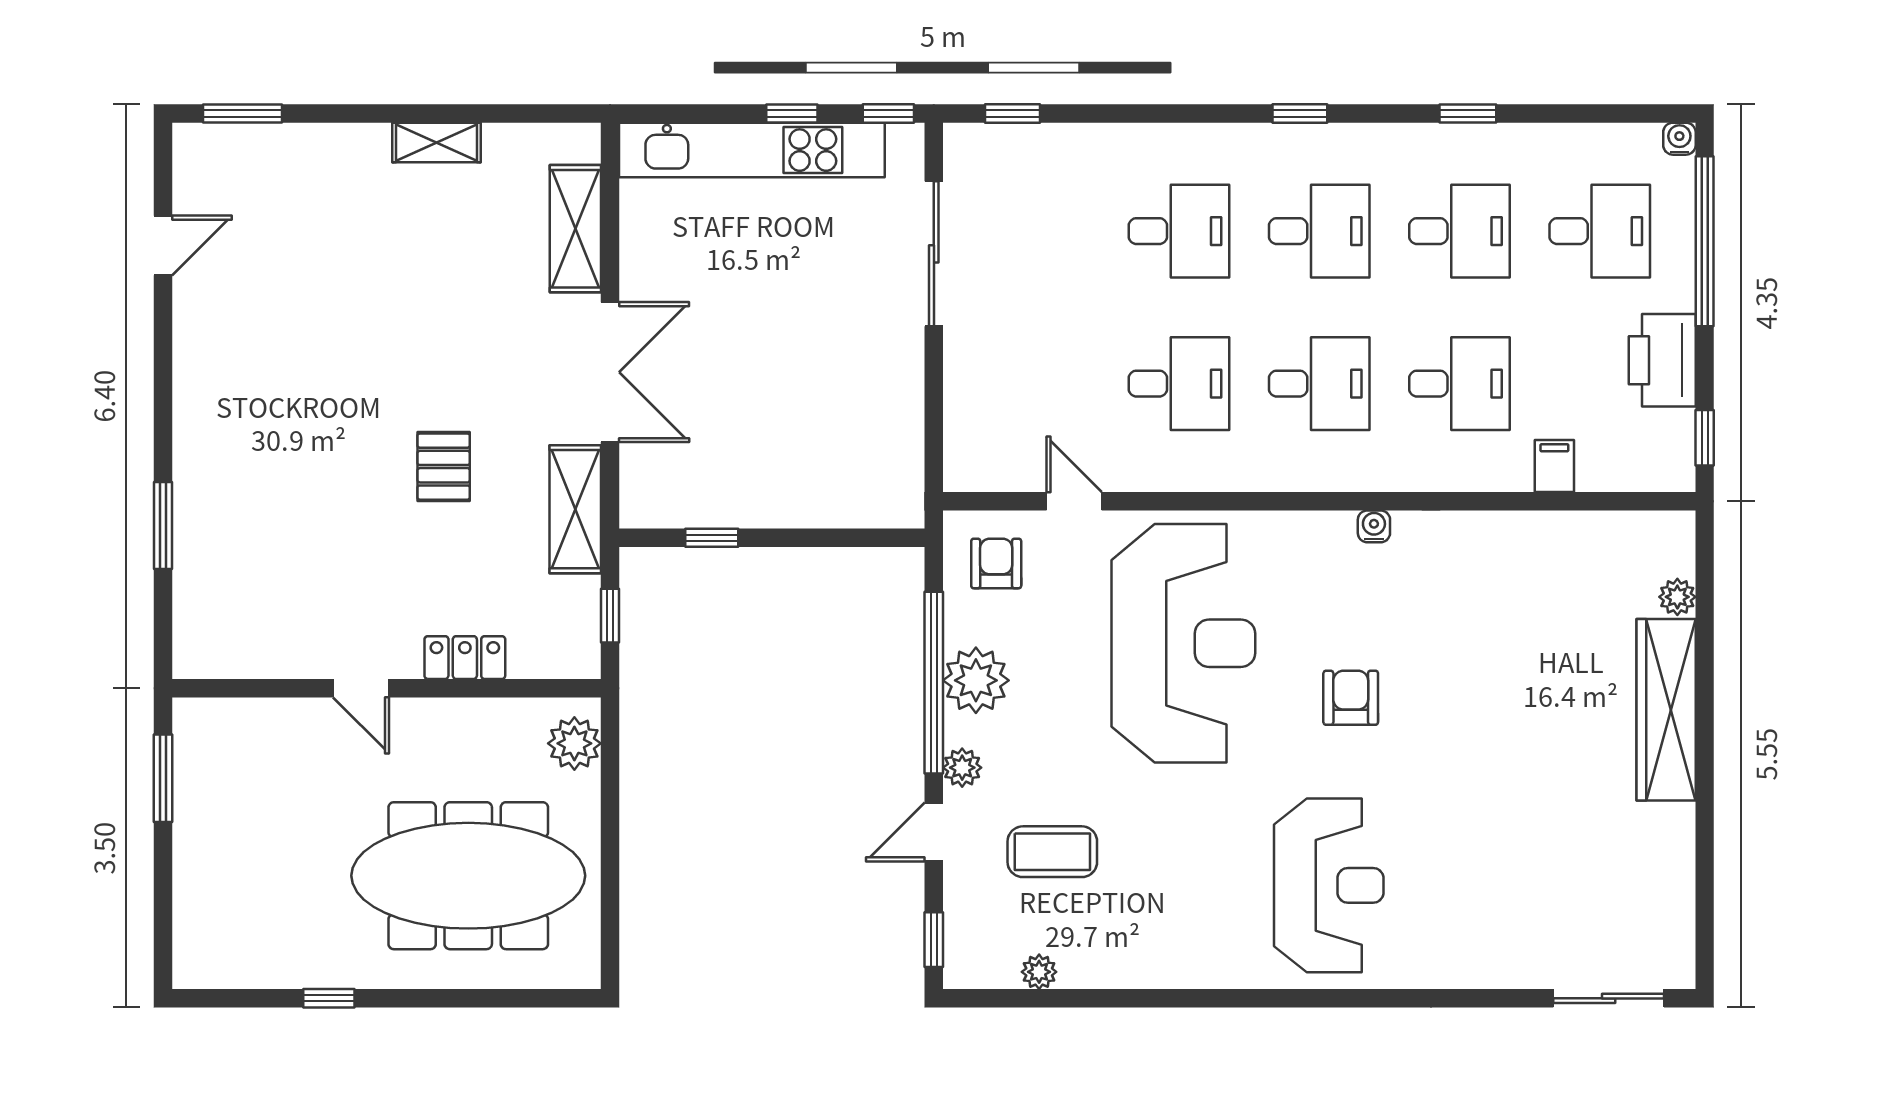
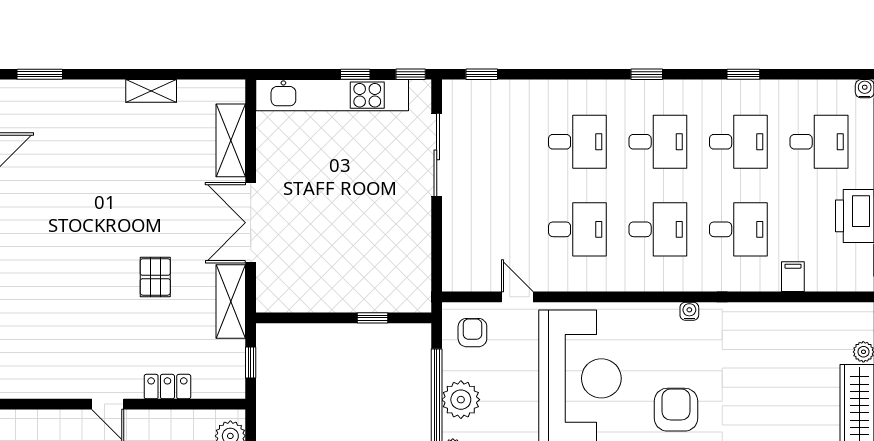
double door: (610, 372) -> (251, 223), swing flipped
window: (712, 538) -> (373, 318), moved
armchair: (1351, 698) -> (676, 410), width x1.38, depth x1.38

